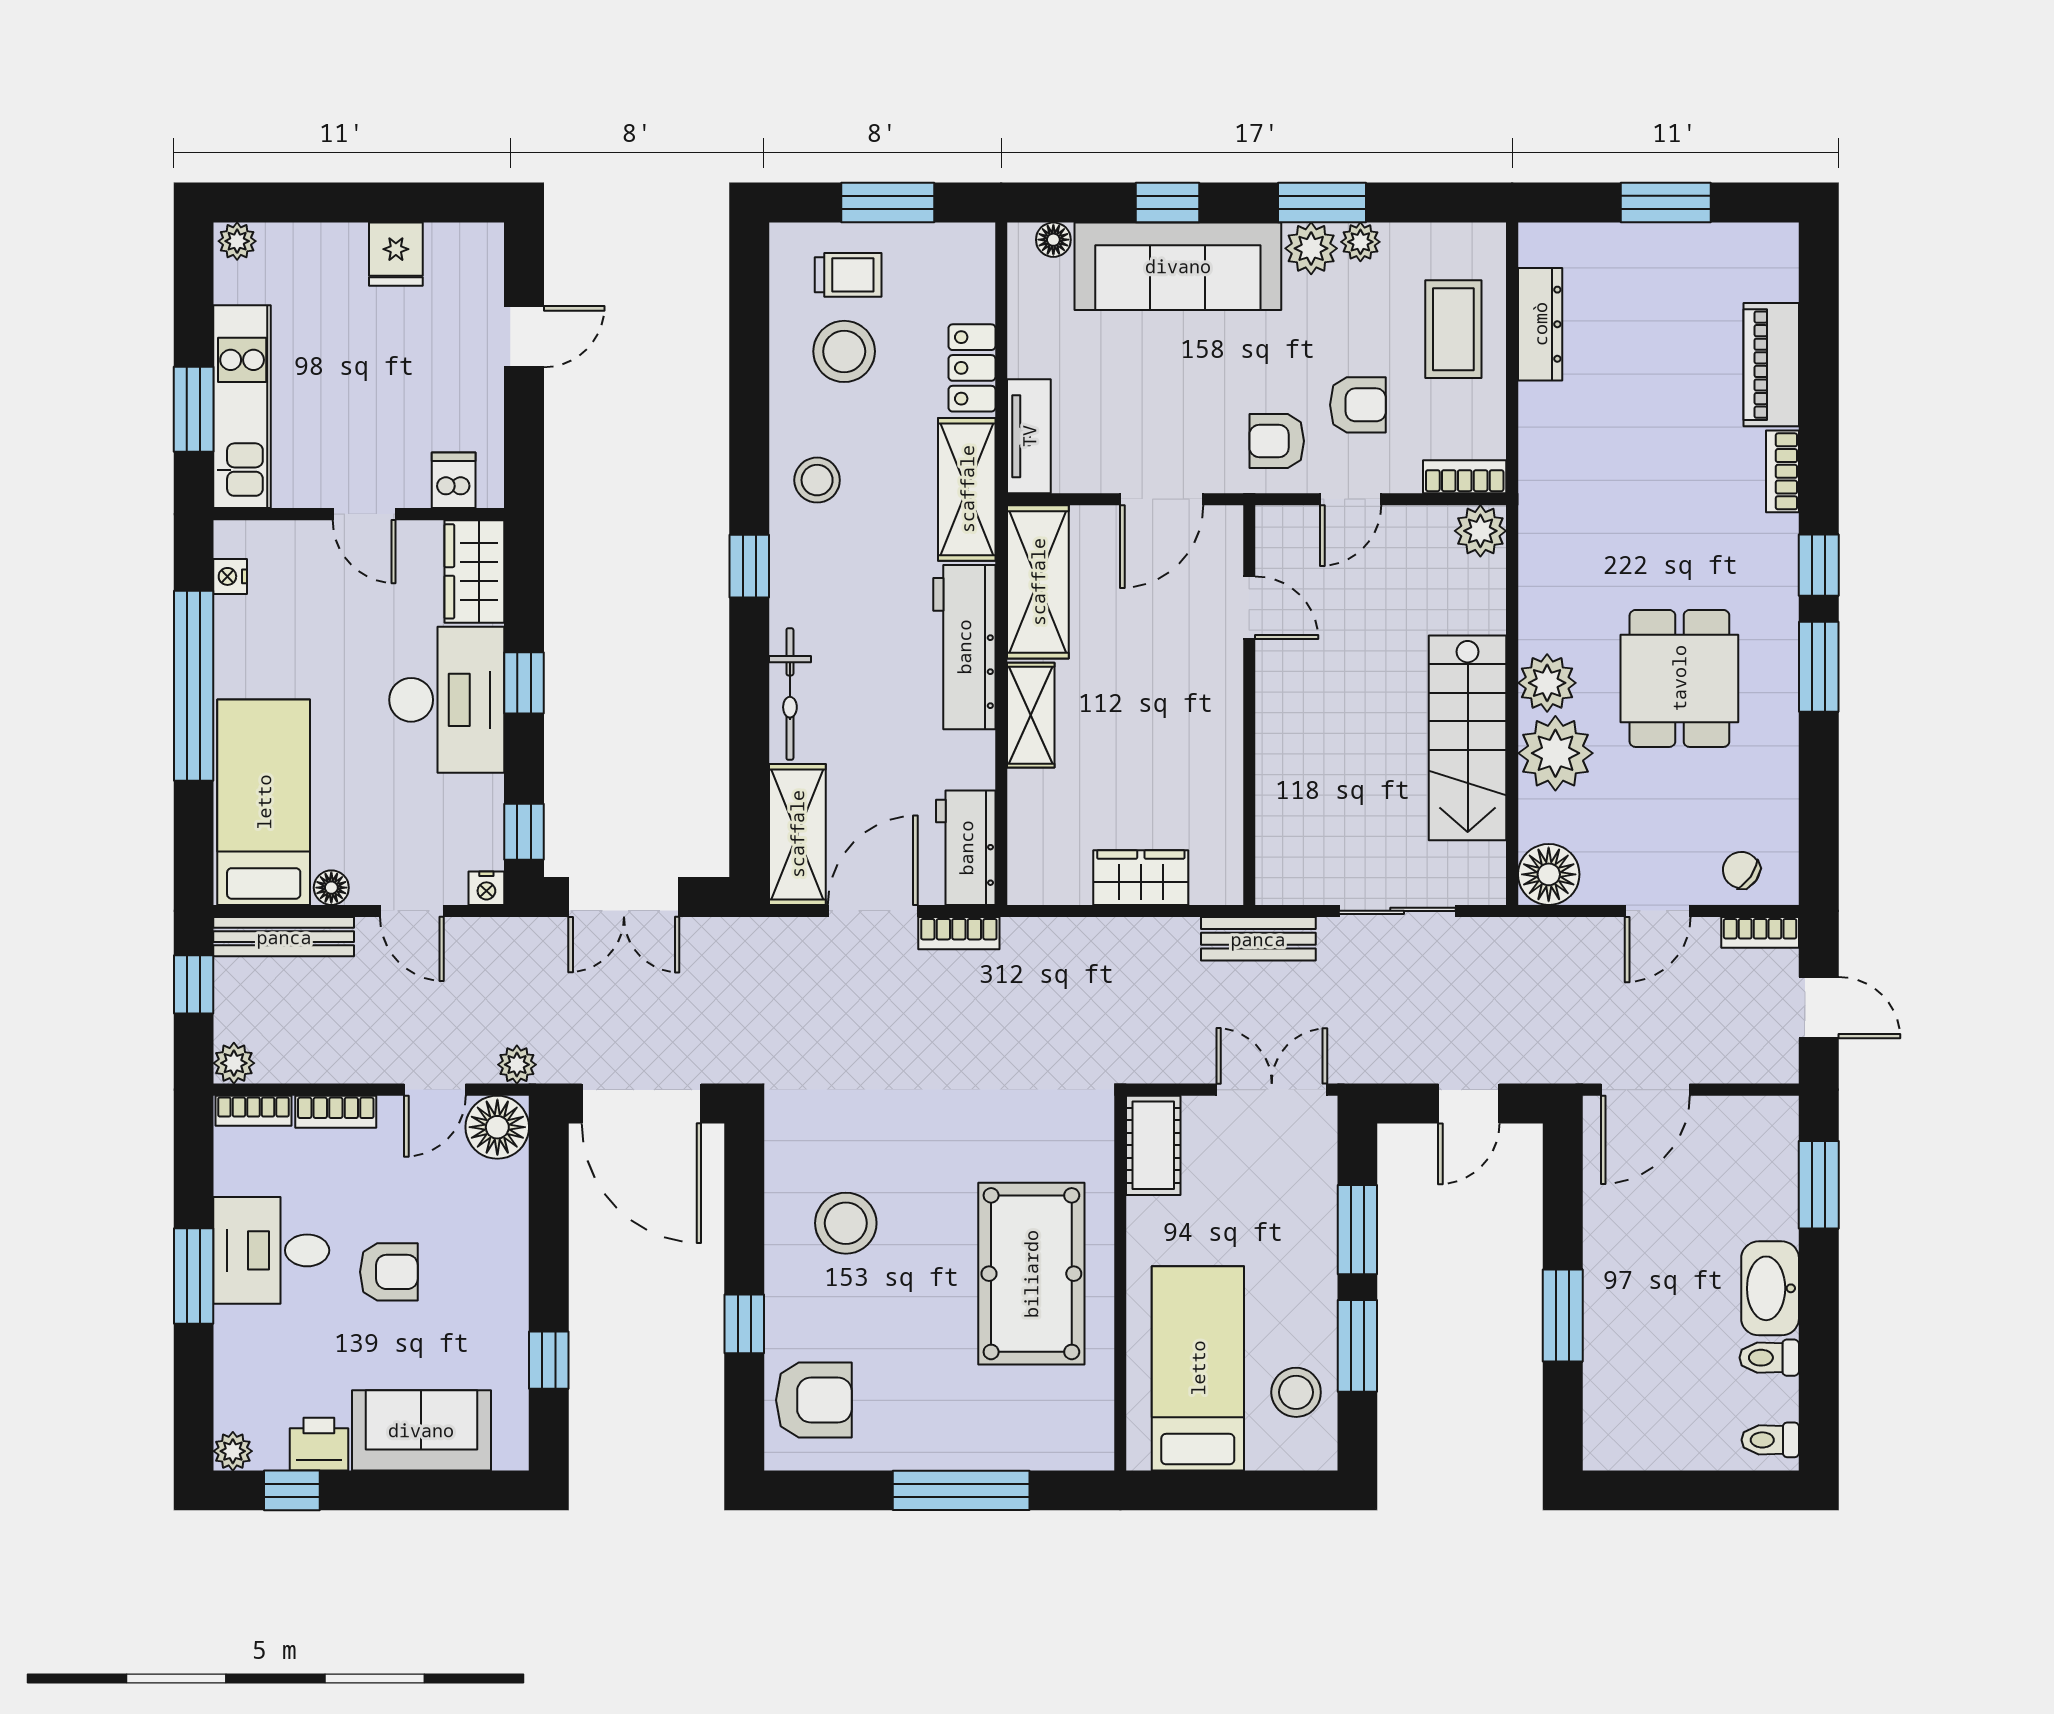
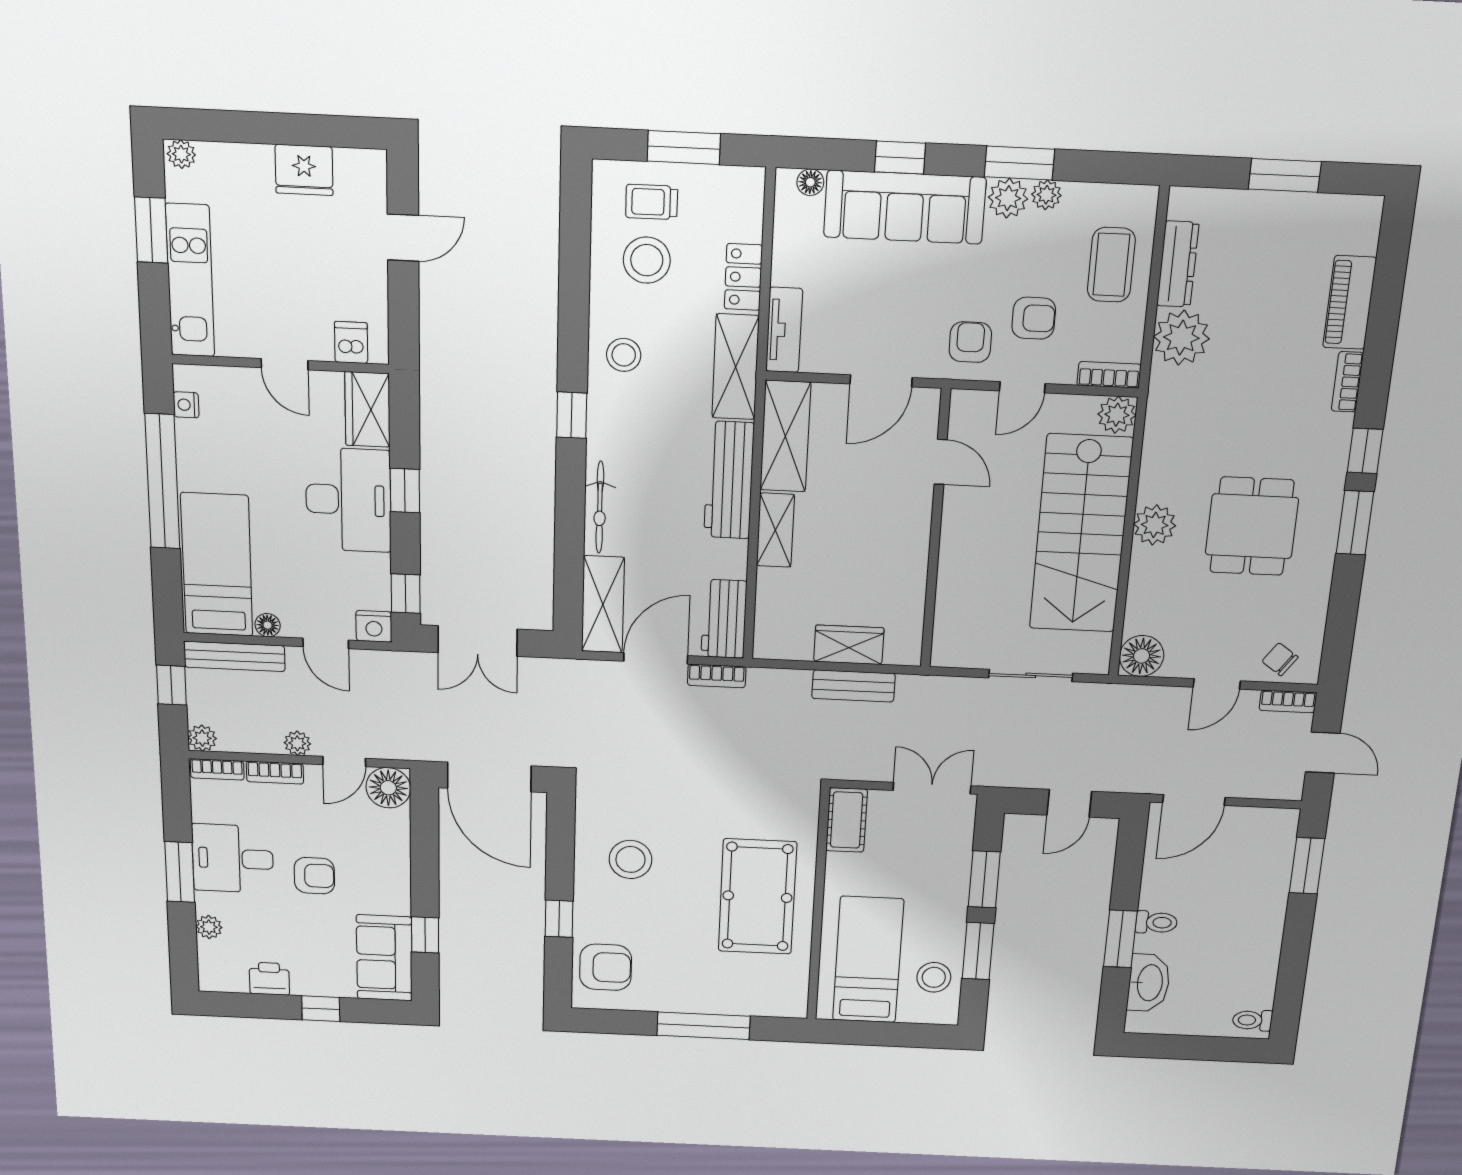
fridge: (396, 254) -> (304, 170), width x1.38
trolley: (848, 275) -> (652, 202), turned 180
window: (194, 409) -> (151, 230), moved
armchair: (1277, 441) -> (970, 342), turned 90
stairs: (1468, 738) -> (1081, 534), width x1.36, depth x1.51
plant: (1555, 753) -> (1181, 338), moved
nightstand: (486, 888) -> (374, 626), width x1.39, depth x1.35
bench: (1258, 939) -> (853, 686), moved
plant: (517, 1065) -> (297, 743), moved
washbasin: (1770, 1288) -> (1149, 983), moved, turned 180
toilet: (1769, 1358) -> (1156, 922), moved, turned 180
sofa: (421, 1430) -> (384, 958), moved, turned -90
plant: (233, 1451) -> (209, 927), moved
window: (292, 1490) -> (321, 1009), moved

